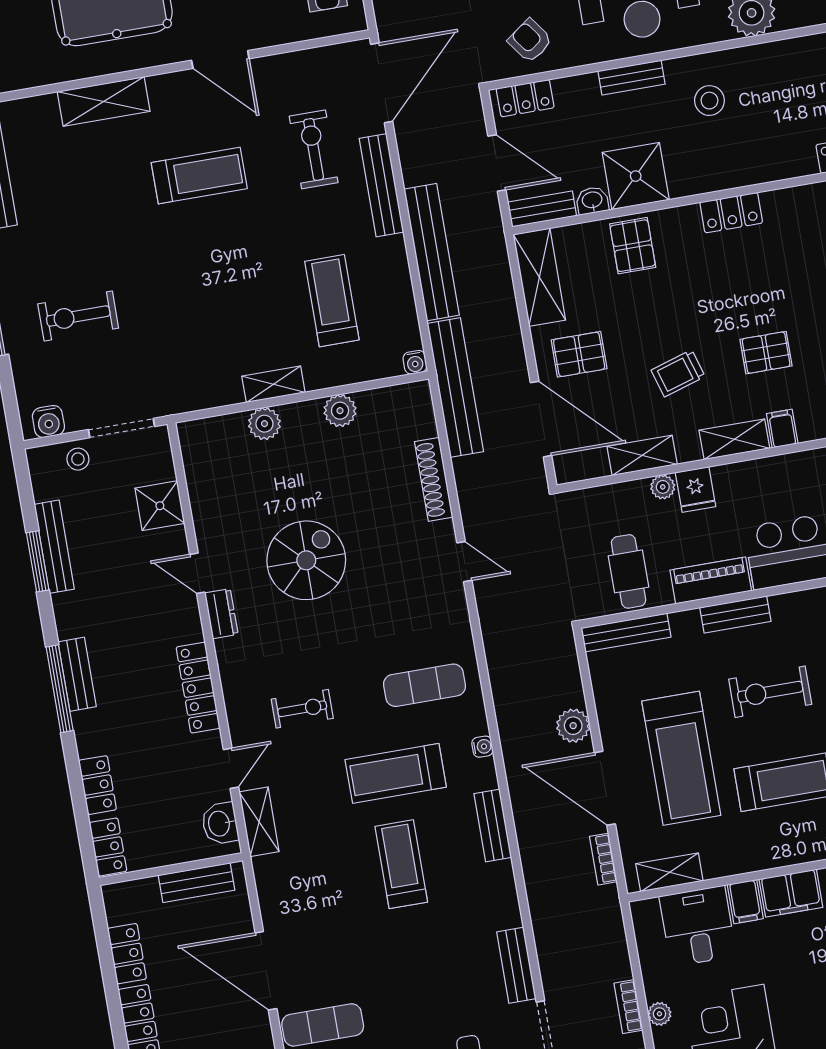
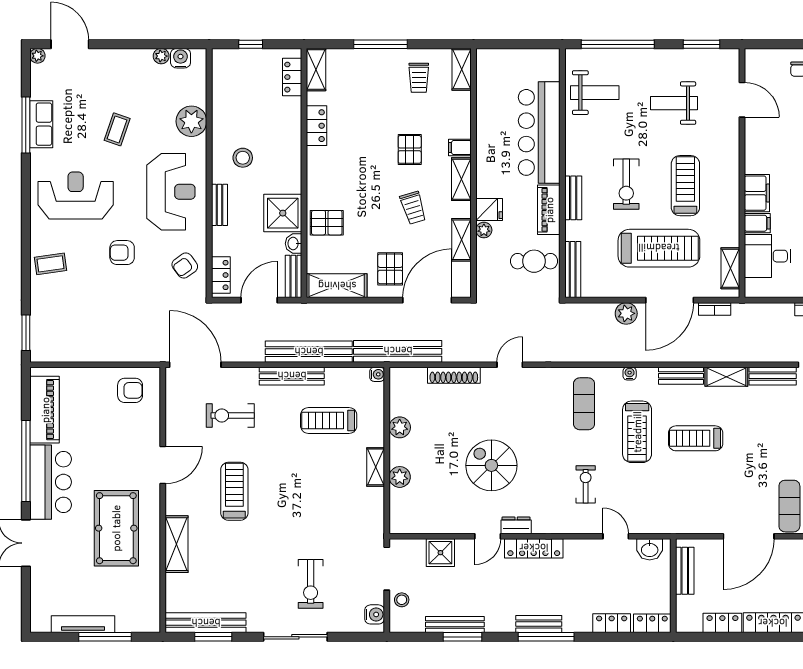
bench: (381, 185) -> (292, 376), moved
locker: (731, 213) -> (317, 126), moved
locker: (198, 688) -> (534, 548), moved
shelving: (259, 822) -> (726, 377), moved

